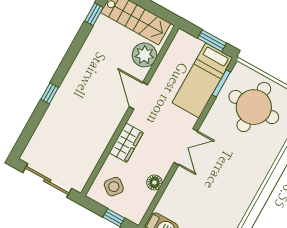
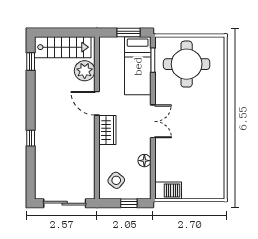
wardrobe: (126, 143) -> (107, 130), moved

